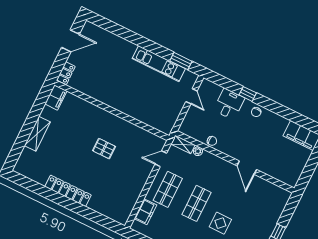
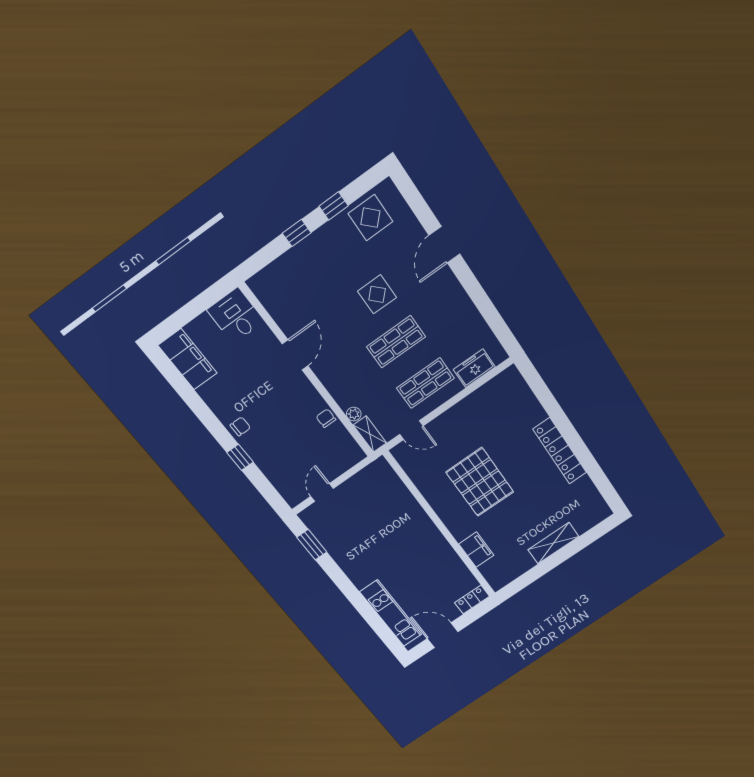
kitchen unit: (159, 64) -> (391, 613), moved
filing cabinet: (56, 97) -> (476, 550), moved, turned 90
desk: (229, 104) -> (236, 316), moved, turned 90
pallet: (104, 149) -> (480, 482), width x2.05, depth x2.00

